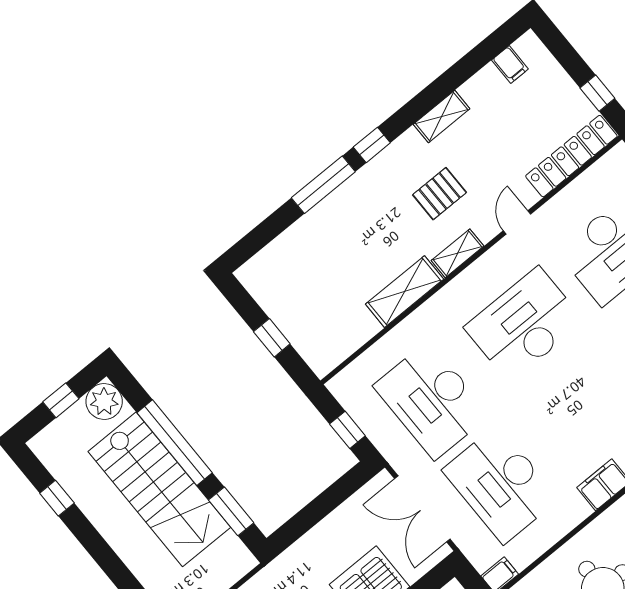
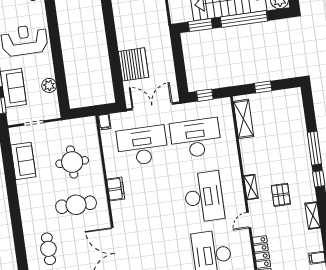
door: (517, 222) -> (249, 220), swing flipped
shelving: (405, 292) -> (243, 119), moved

